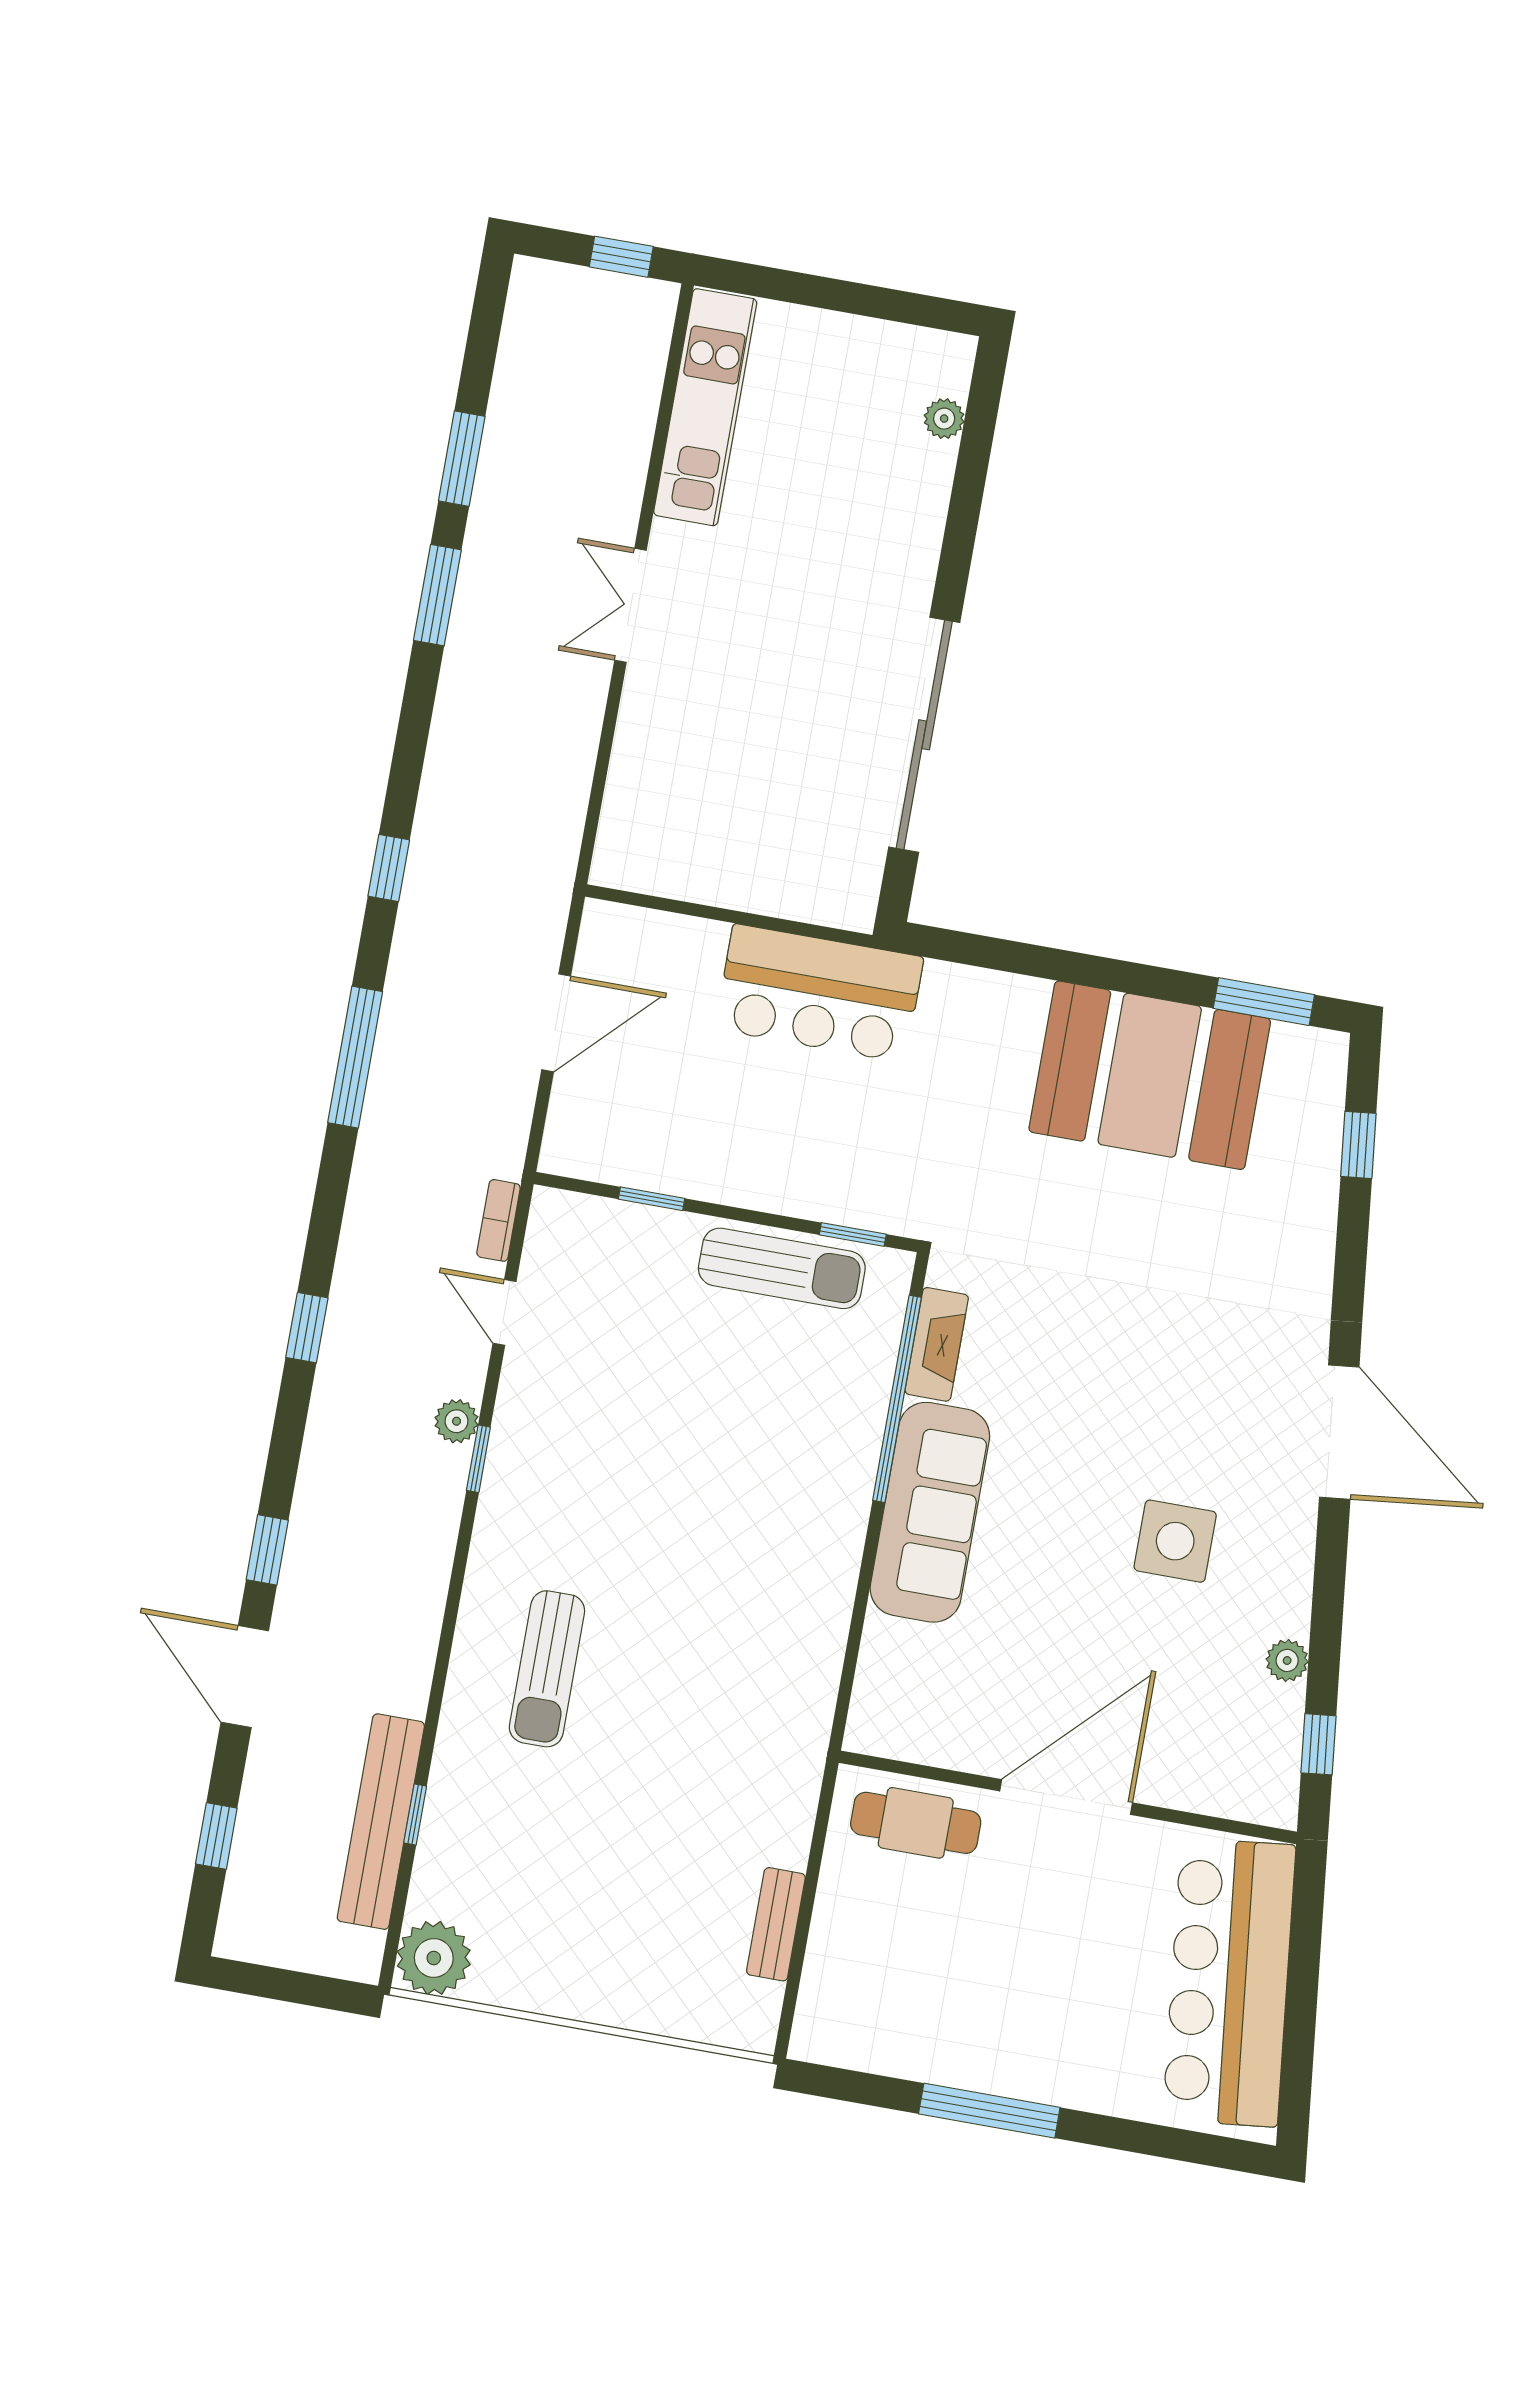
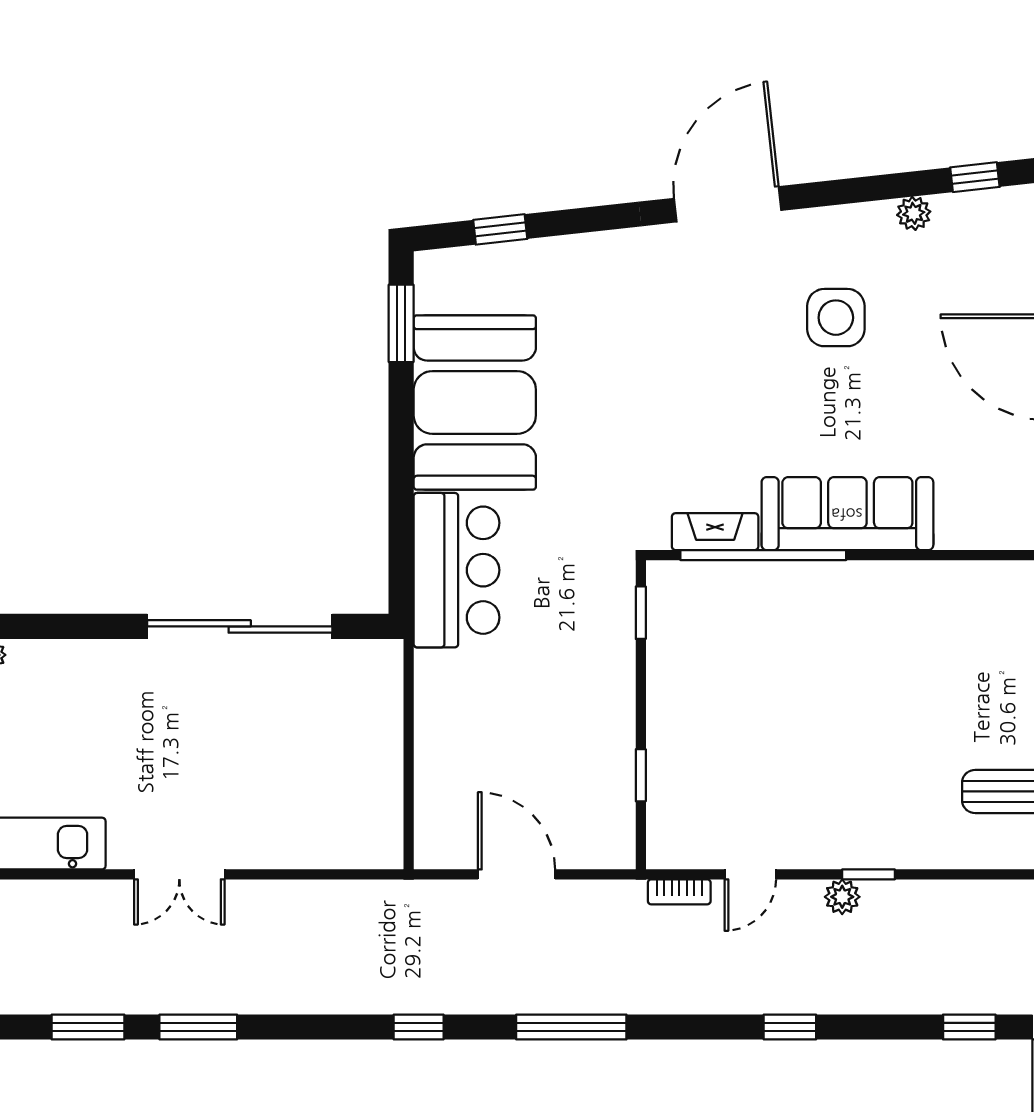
bar counter: (819, 993) -> (456, 570), moved
sun lounger: (782, 1268) -> (677, 663), removed

